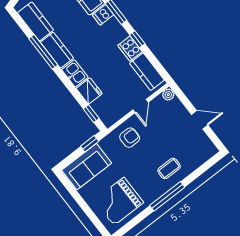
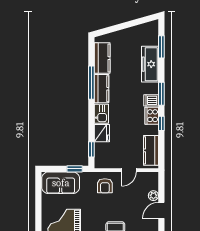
dishwasher: (103, 15) -> (151, 100), moved
cooker: (130, 49) -> (152, 116), moved
plant: (168, 95) -> (153, 196), moved
door: (200, 120) -> (161, 210), swing flipped
armchair: (130, 138) -> (105, 186), turned 90

